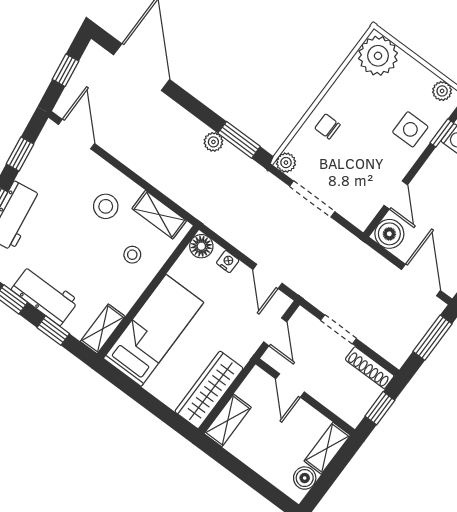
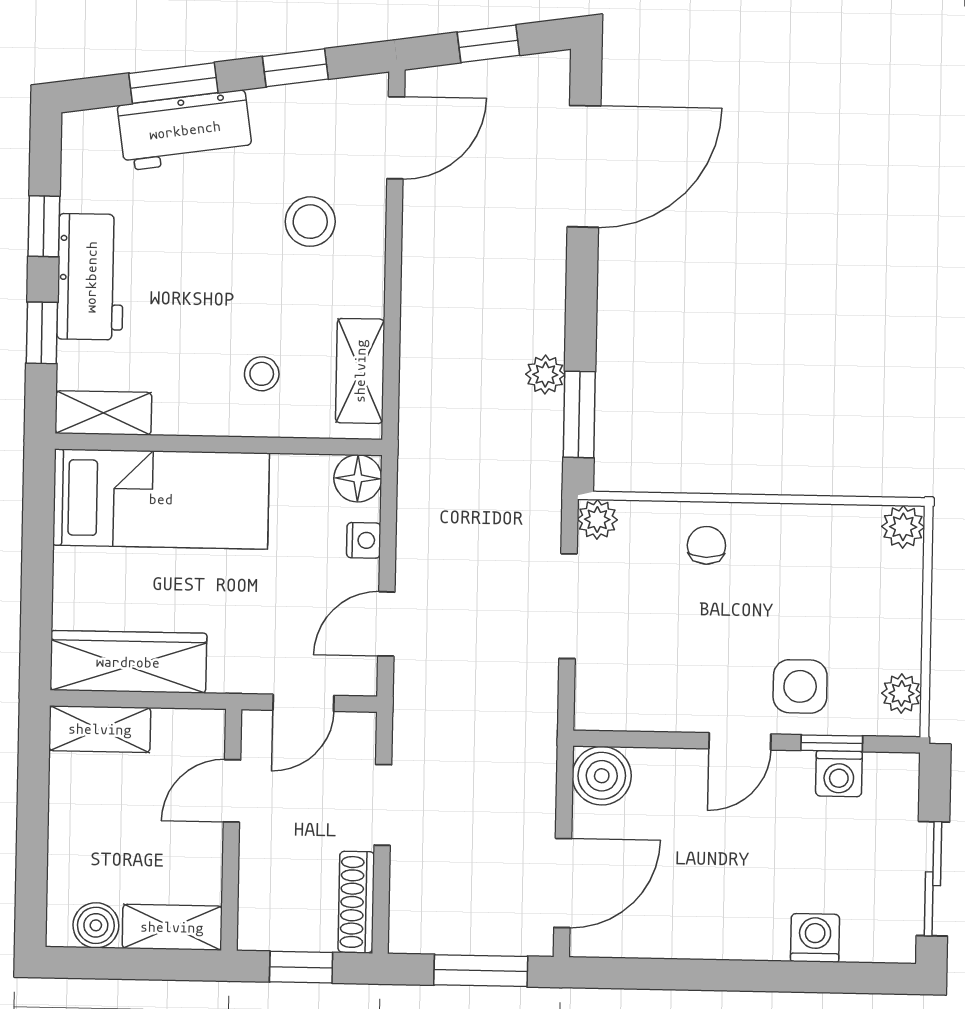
plant: (378, 56) -> (903, 527), width x0.53, depth x0.53
door: (396, 195) -> (740, 741), moved
stool: (106, 206) -> (310, 222), moved

